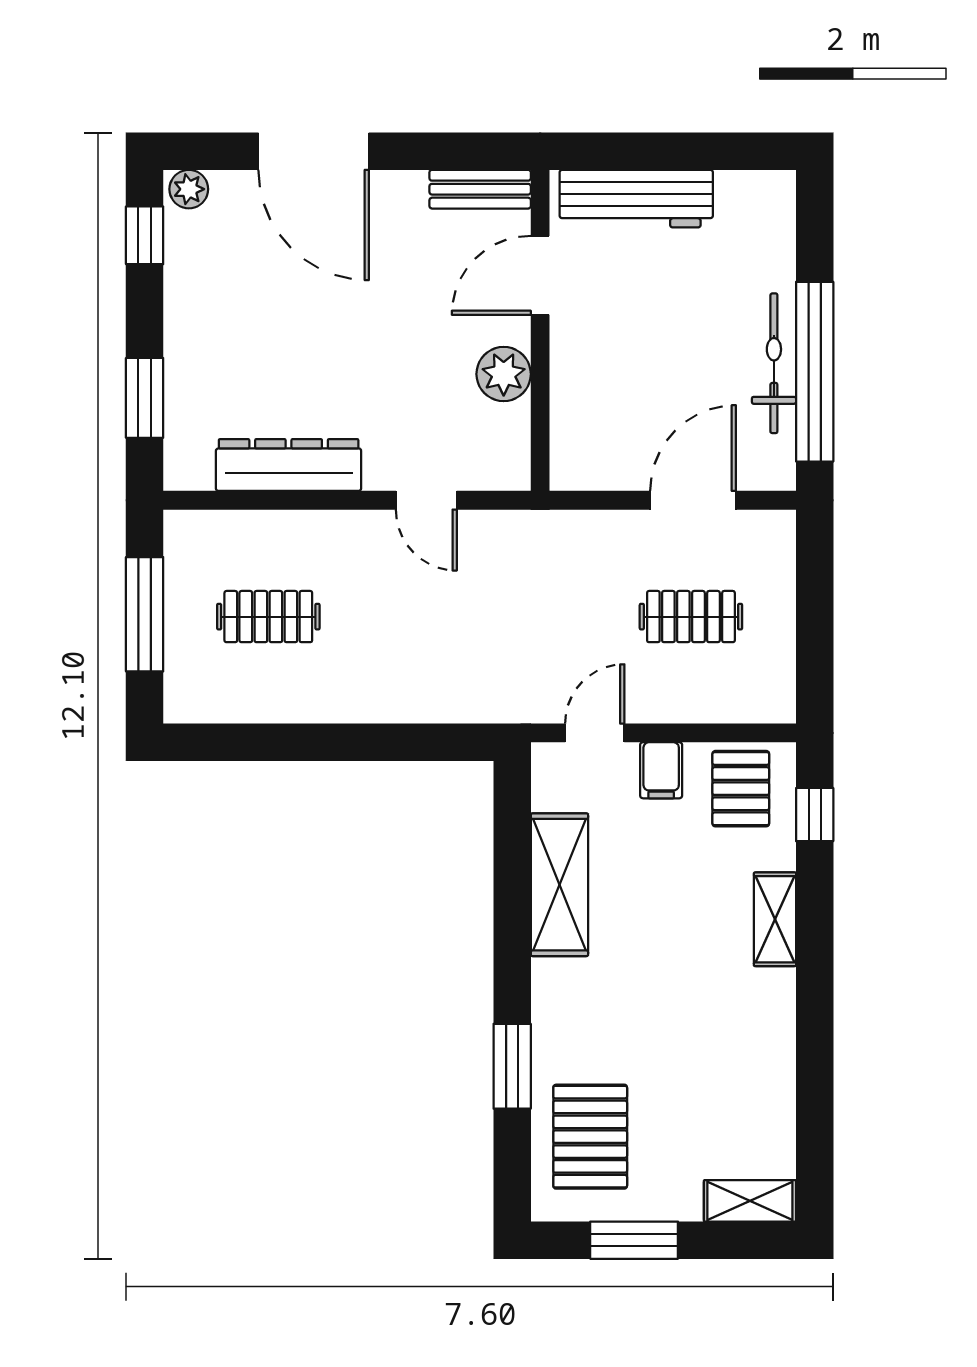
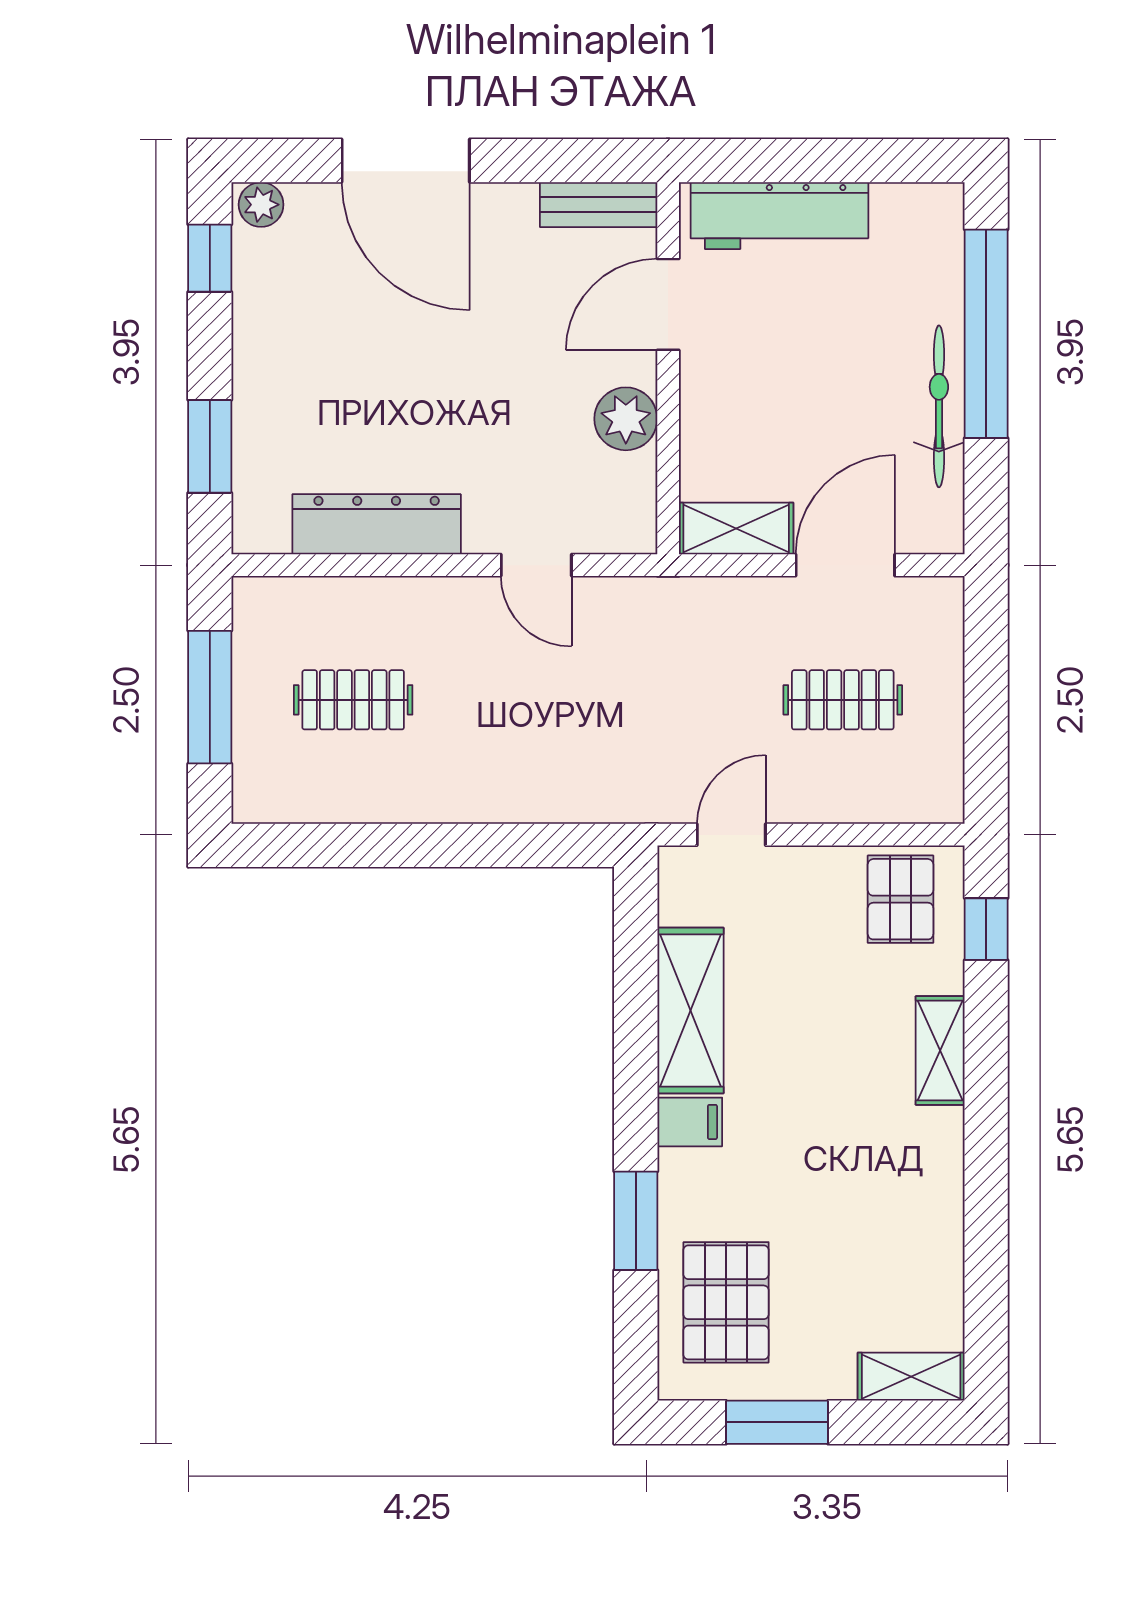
window: (815, 372) -> (986, 334), moved
shelving: (599, 469) -> (736, 528), added
filing cabinet: (661, 770) -> (690, 1122), moved, turned -90

